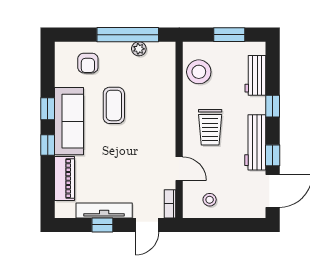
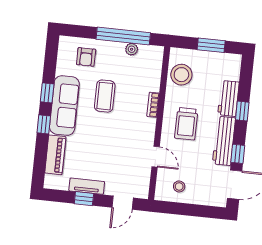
workbench: (255, 75) -> (228, 98), moved
bookcase: (170, 204) -> (153, 105), moved
tv unit: (104, 210) -> (87, 186), width x0.71

